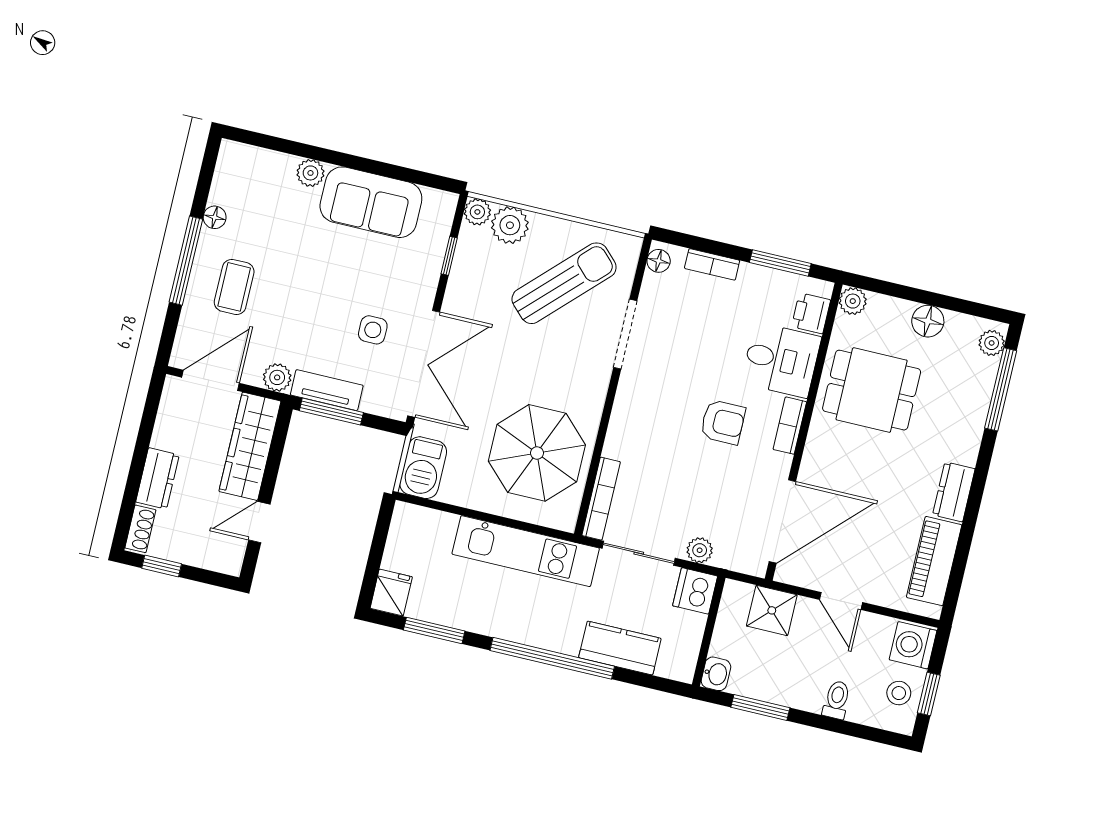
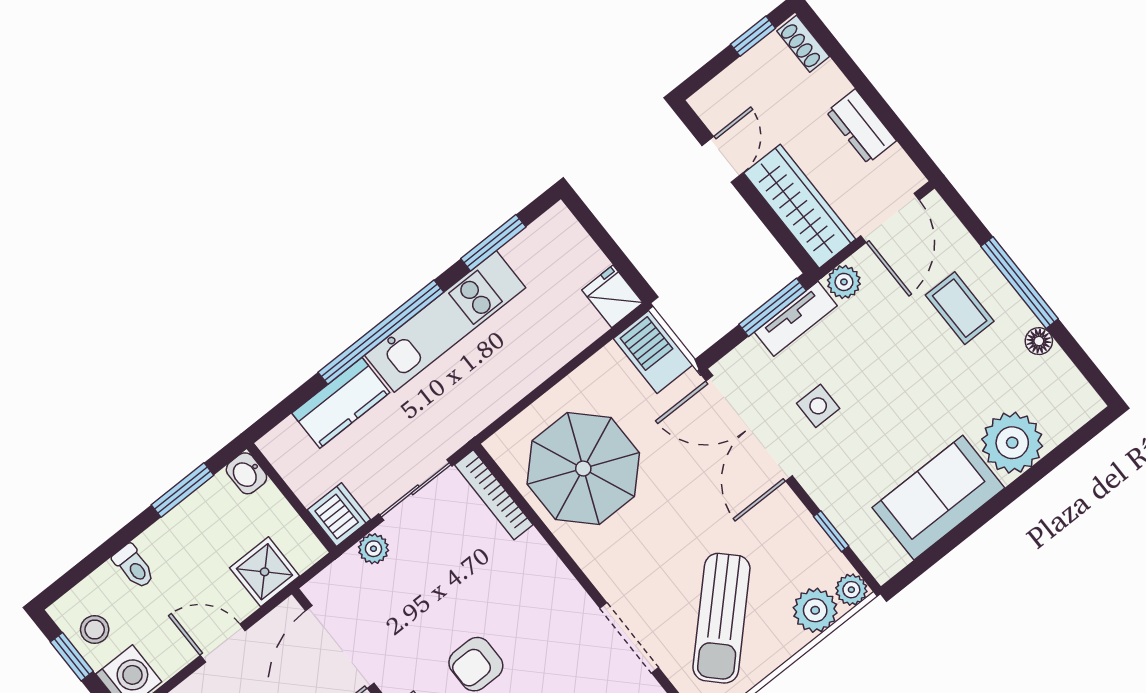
plant: (310, 173) -> (1012, 443), width x1.88, depth x1.88
dresser: (157, 478) -> (861, 126), moved
kitchen unit: (526, 551) -> (445, 321), moved, turned 180
fridge: (391, 593) -> (612, 296), moved, turned 180

